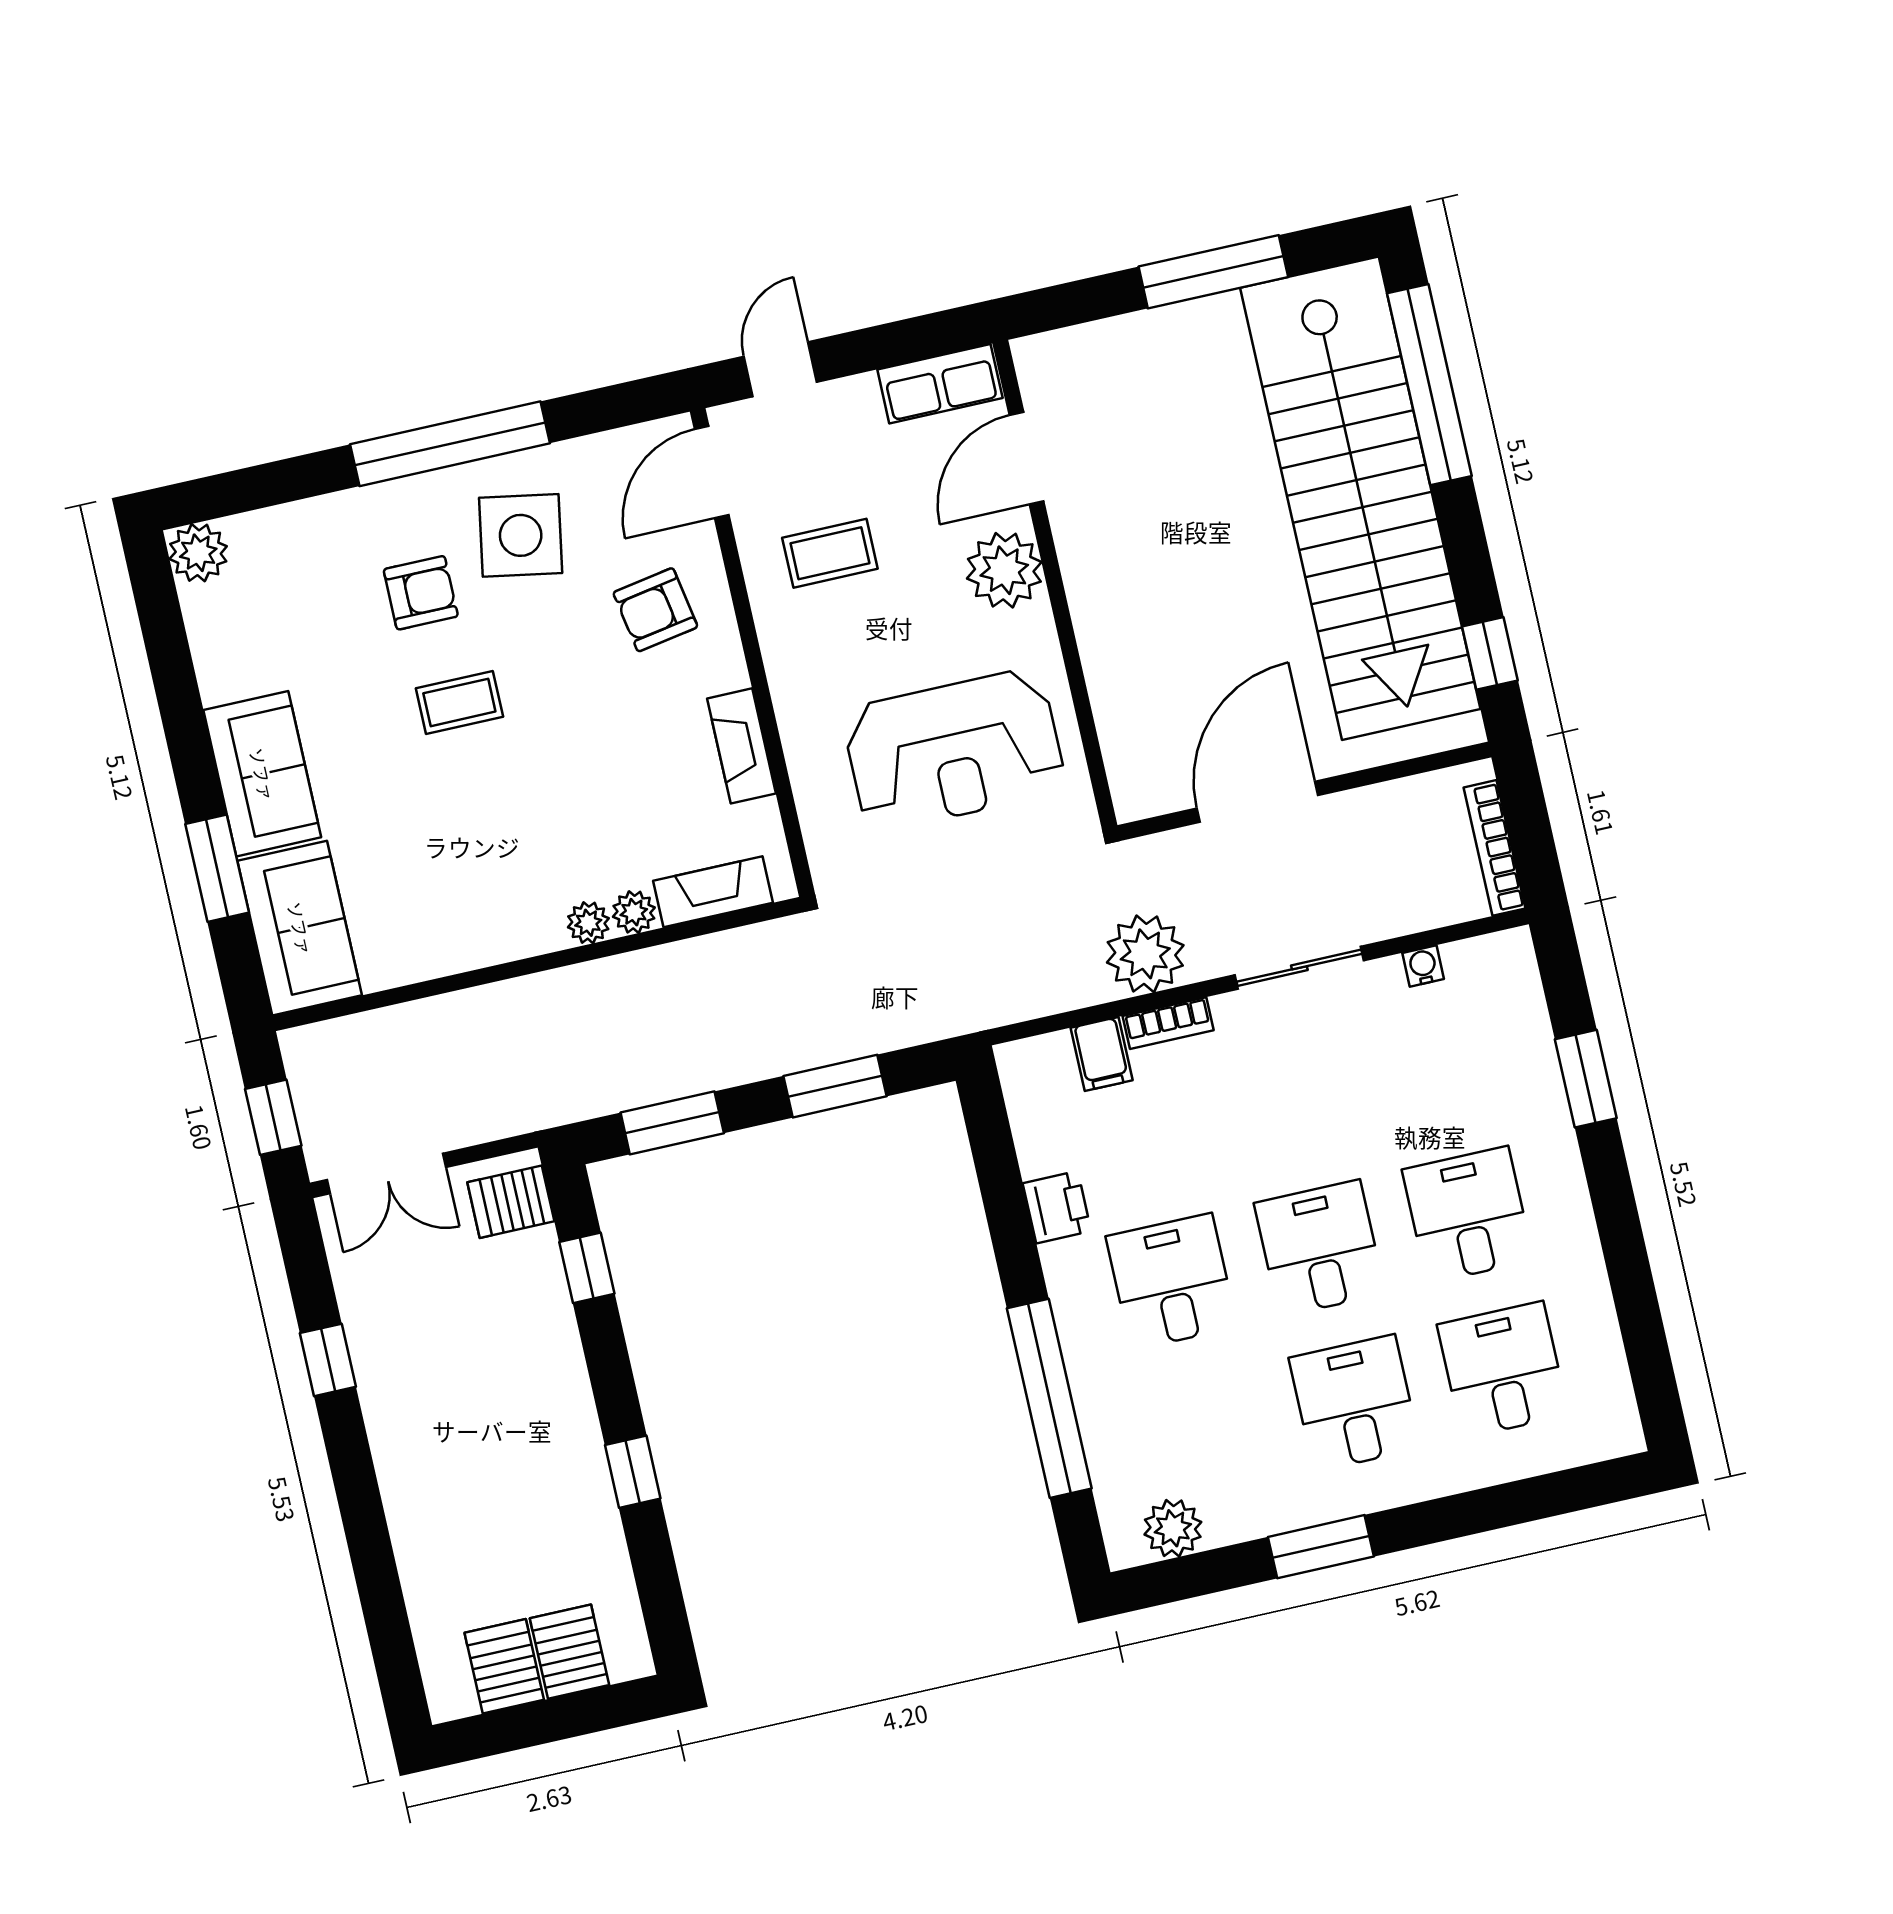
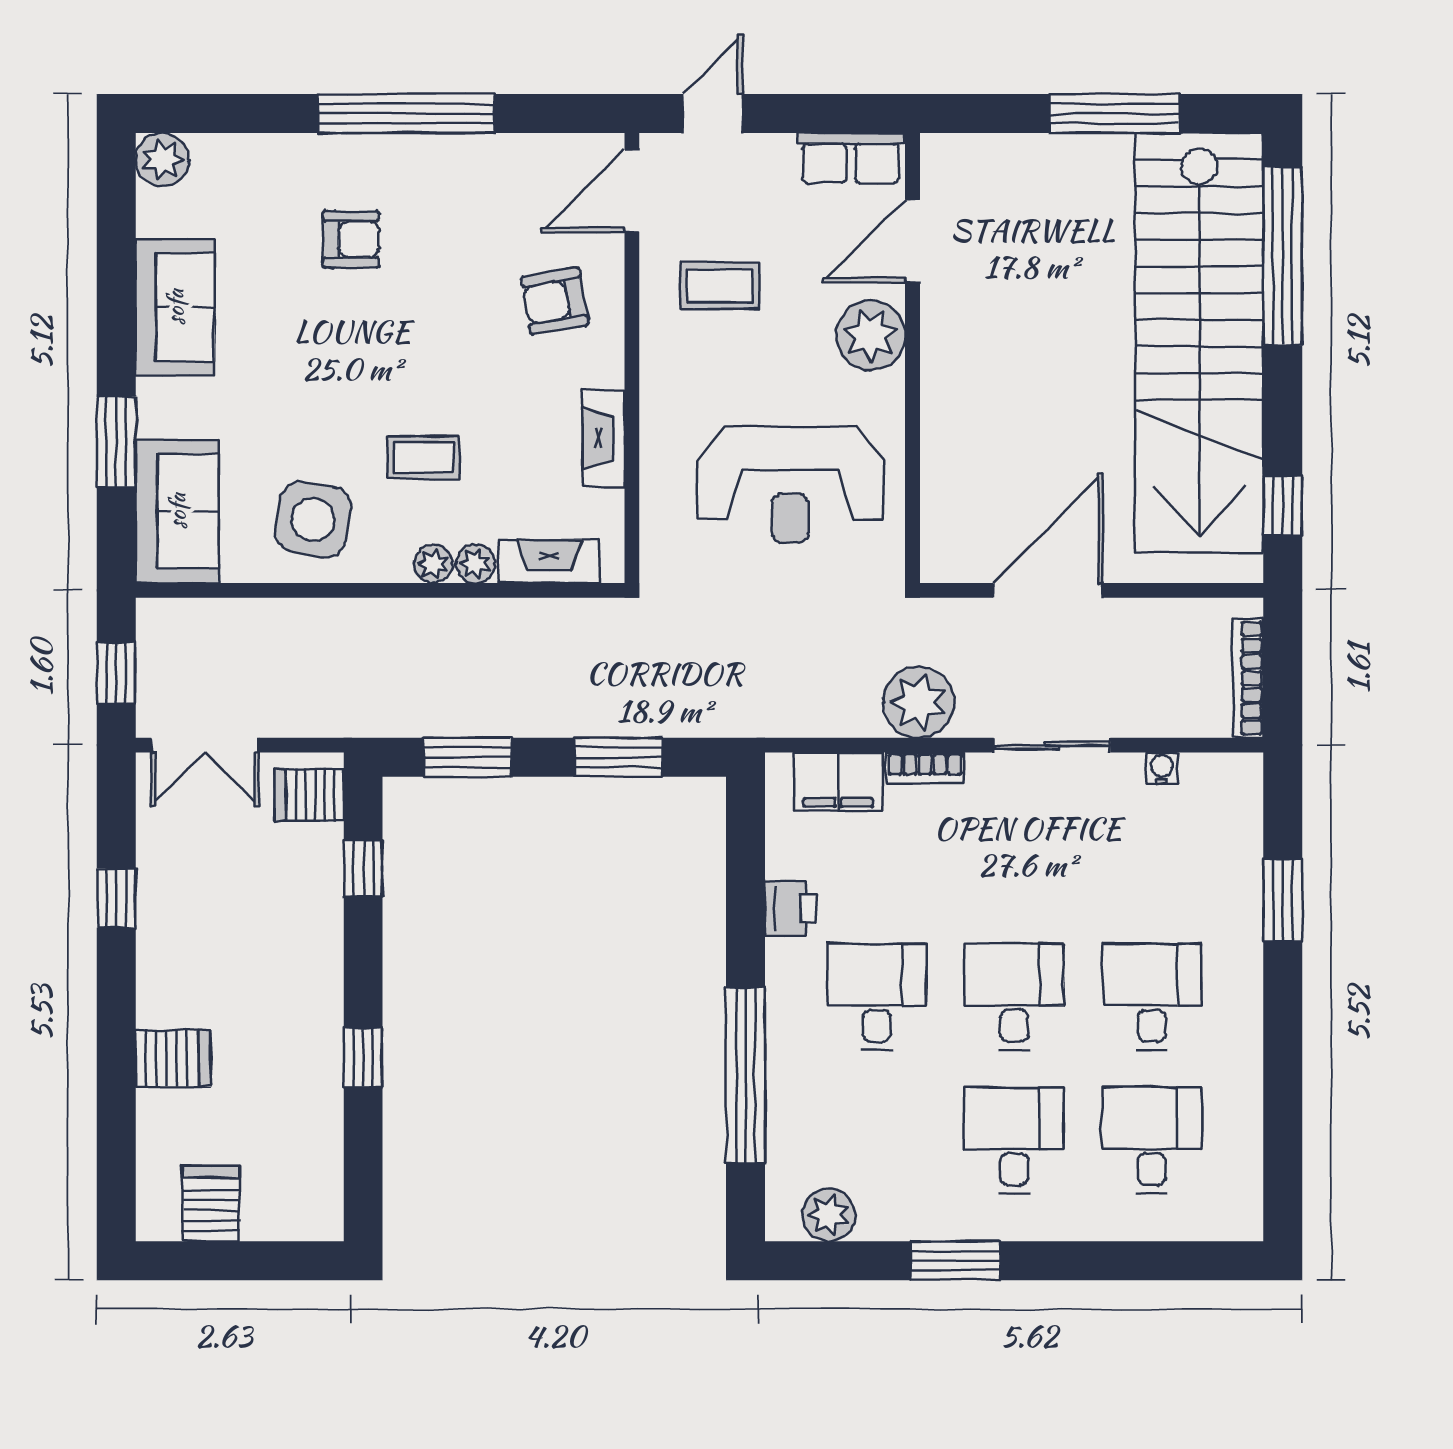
side table: (521, 535) -> (313, 519), moved
coffee table: (459, 702) -> (424, 457), moved
sofa: (262, 774) -> (175, 307), moved
filing cabinet: (1102, 1054) -> (838, 782), width x2.00
server rack: (569, 1652) -> (173, 1058), moved, turned 90

